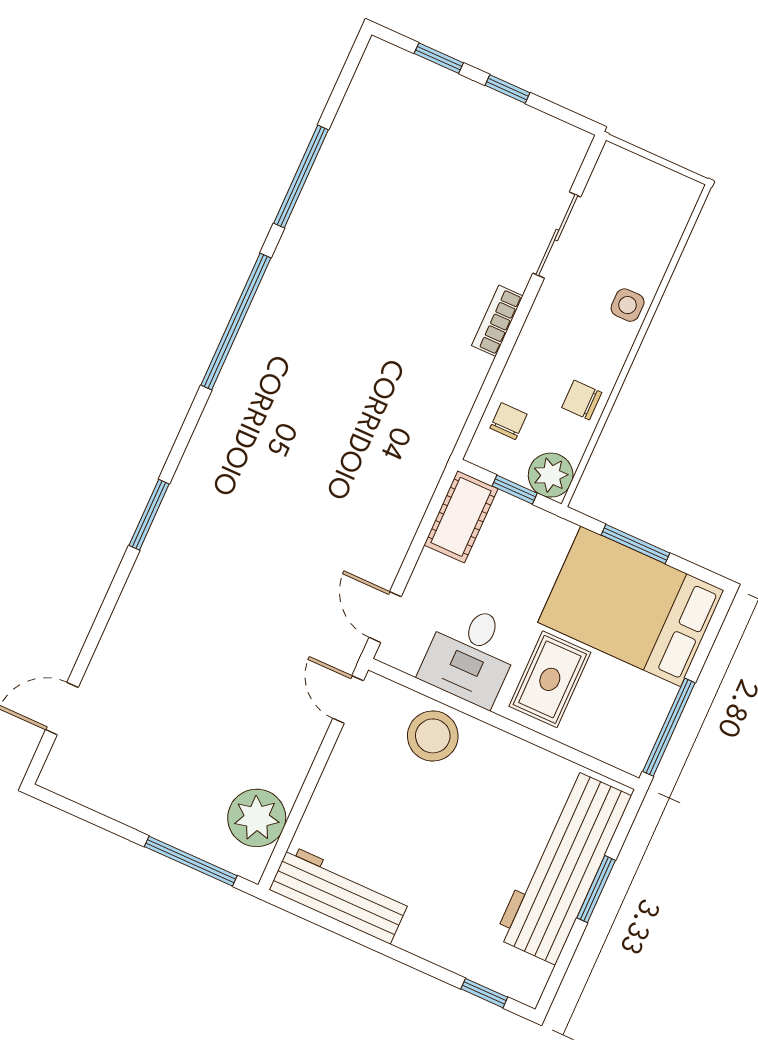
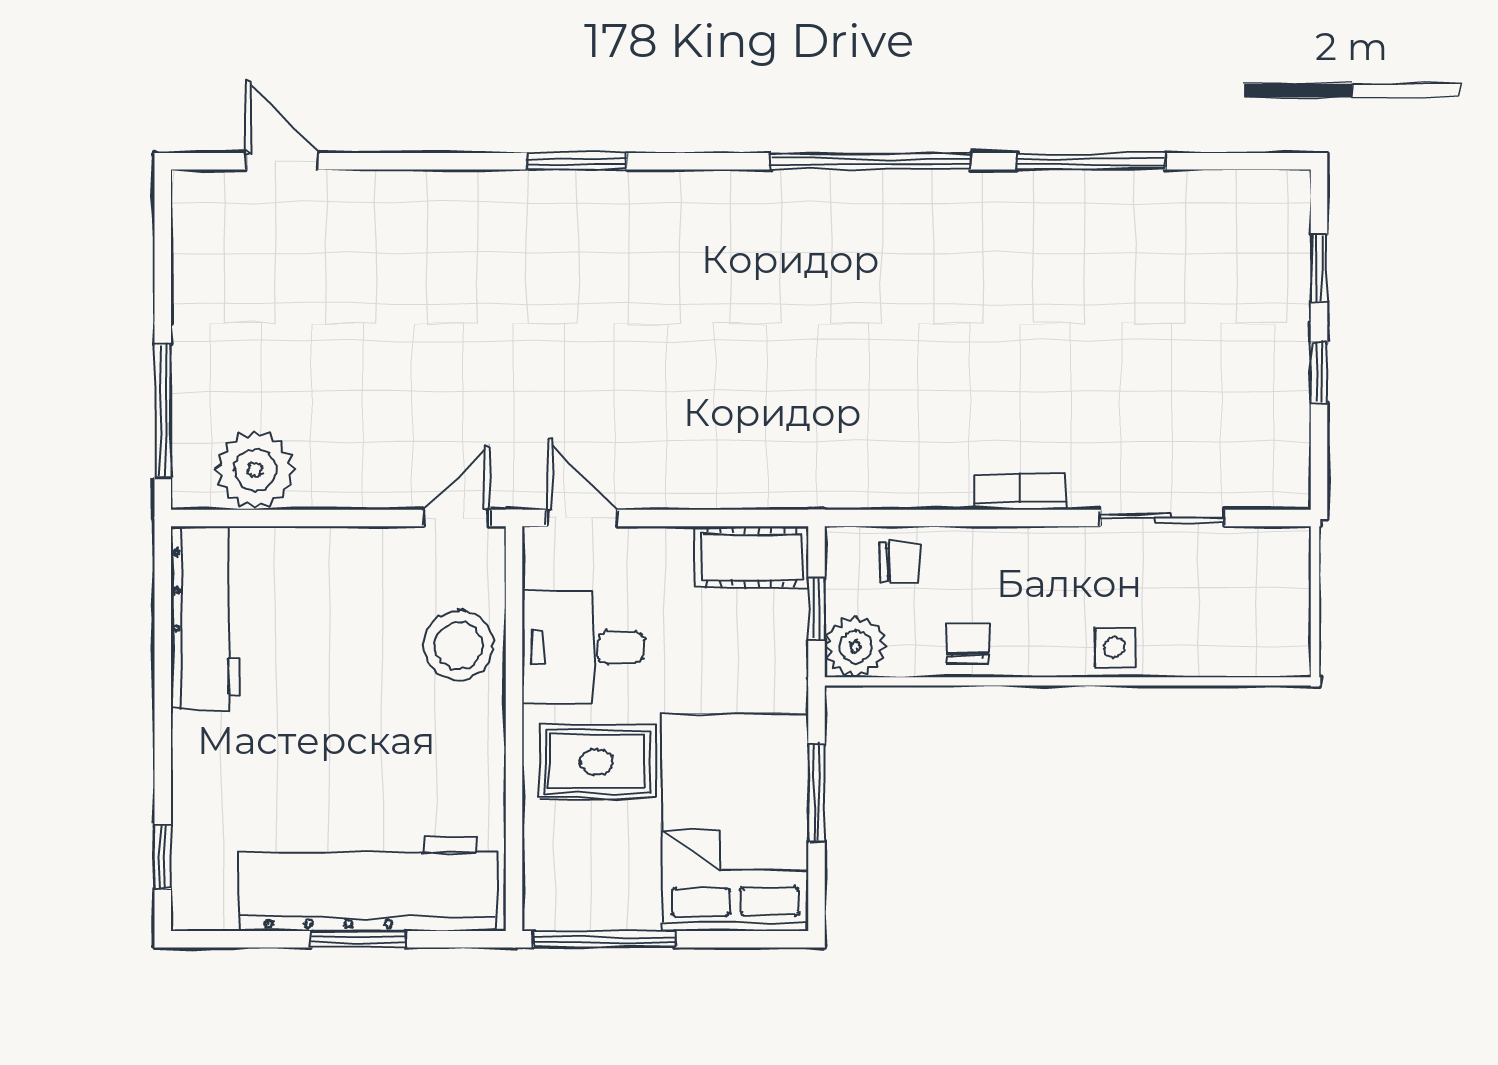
door: (385, 617) -> (582, 518), hinge flipped

